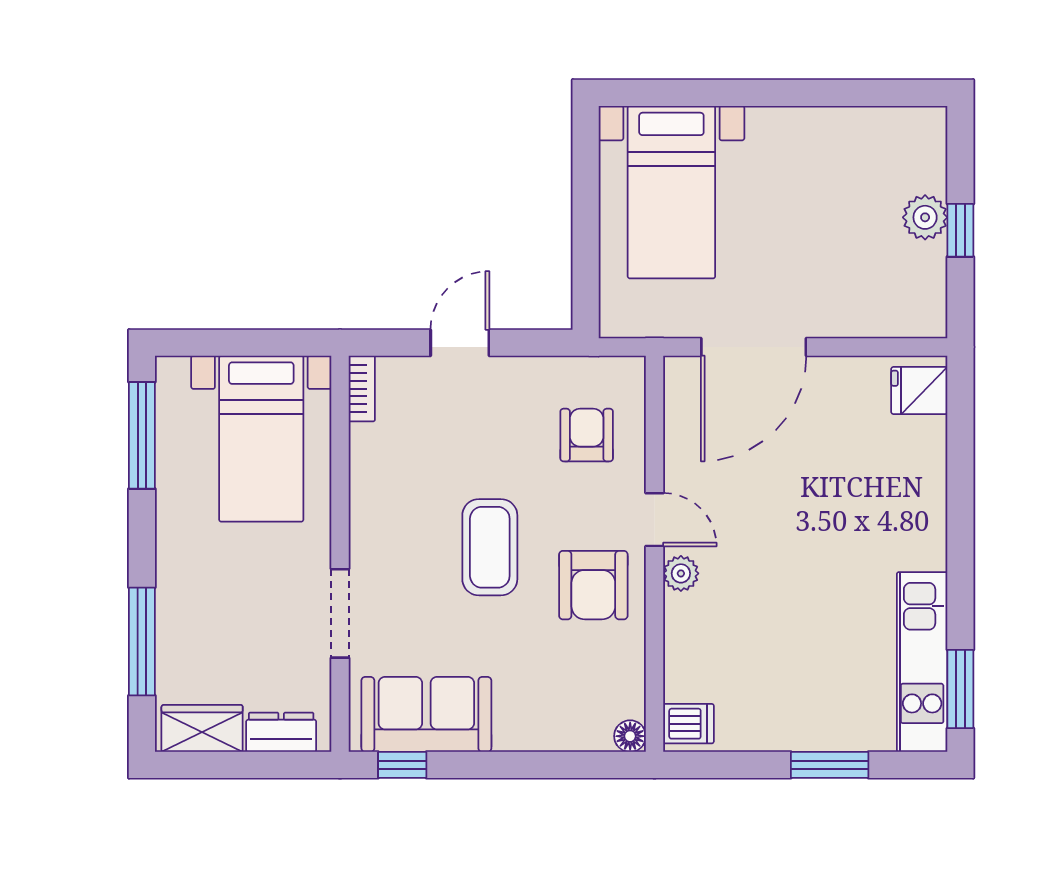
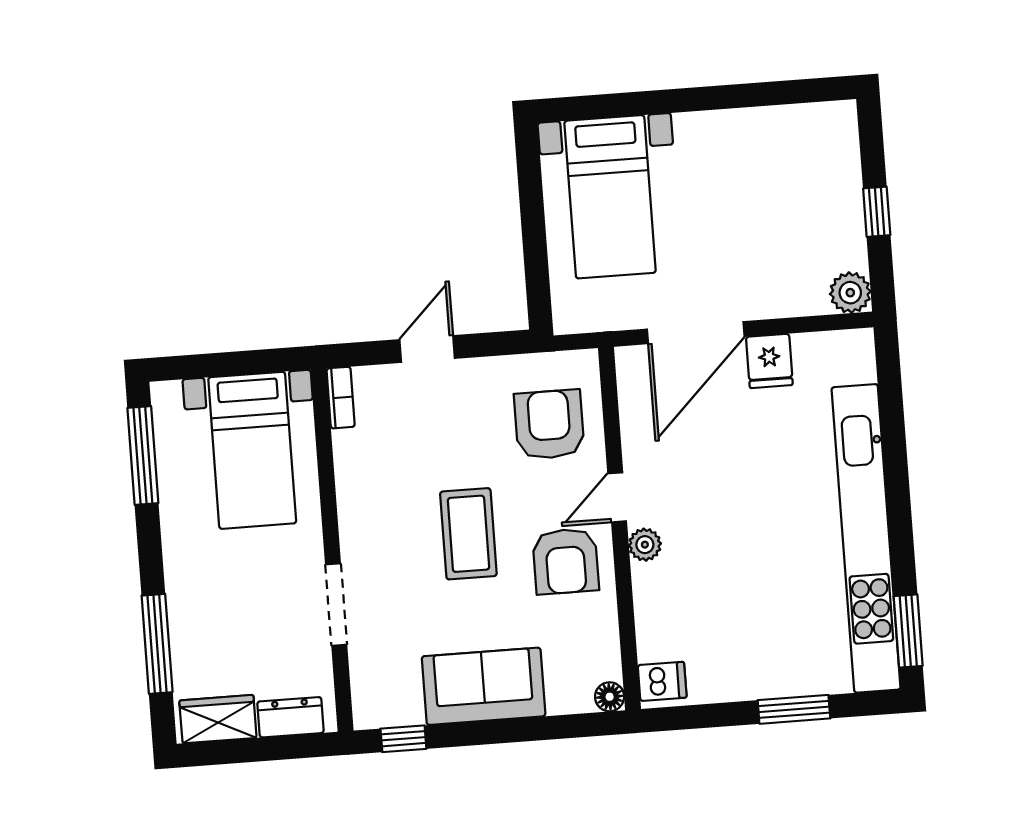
plant: (925, 217) -> (850, 293), moved
fridge: (919, 391) -> (769, 361), moved, turned -90
armchair: (587, 435) -> (549, 425), width x1.38, depth x1.38
door: (655, 520) -> (617, 497), swing flipped
kitchen unit: (922, 662) -> (866, 538), width x1.86
sofa: (426, 714) -> (484, 686), moved

